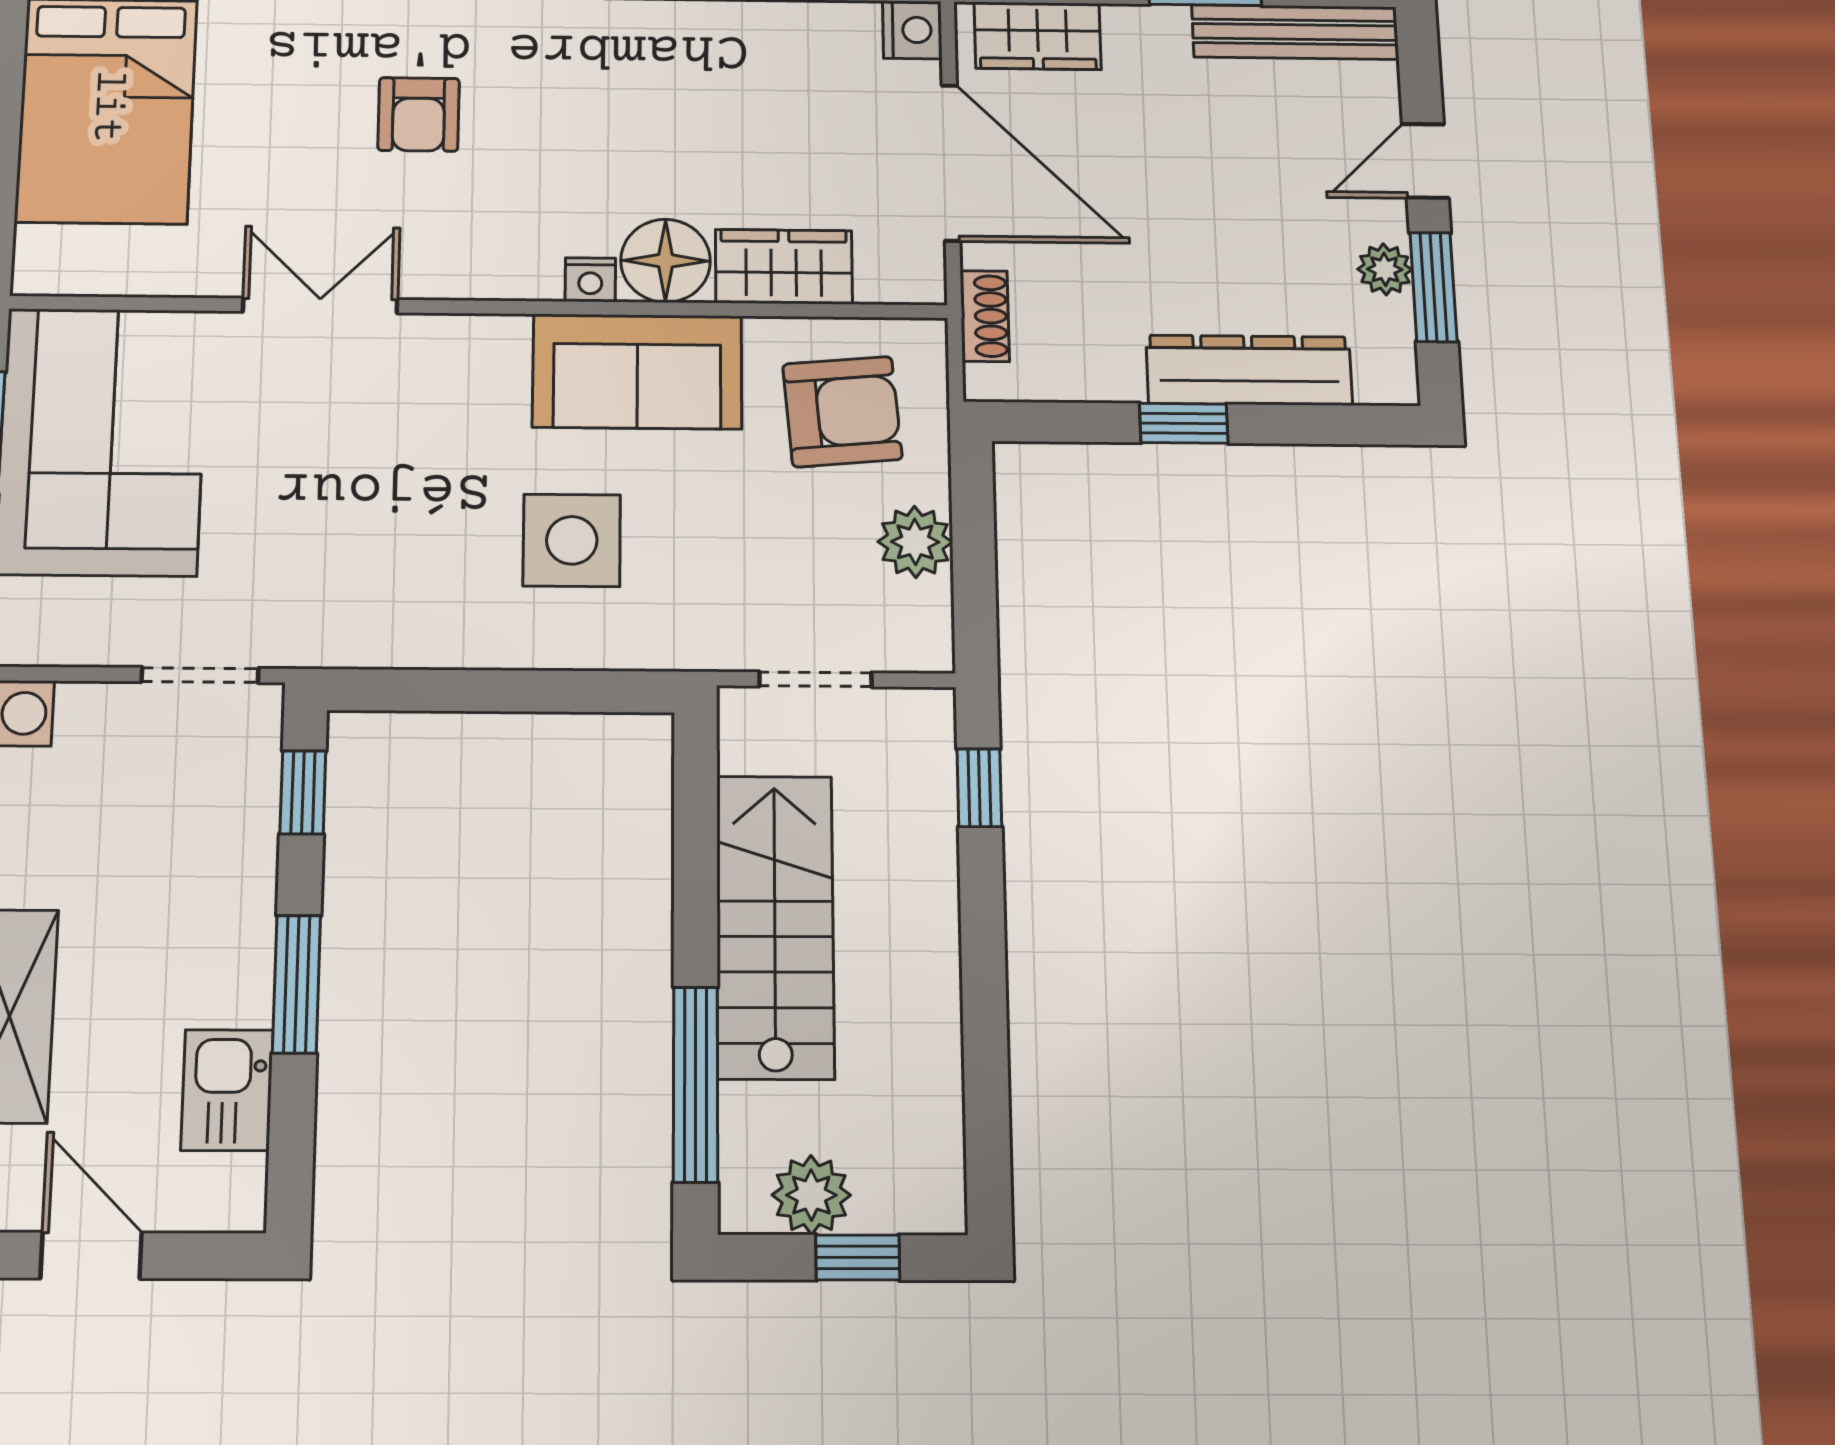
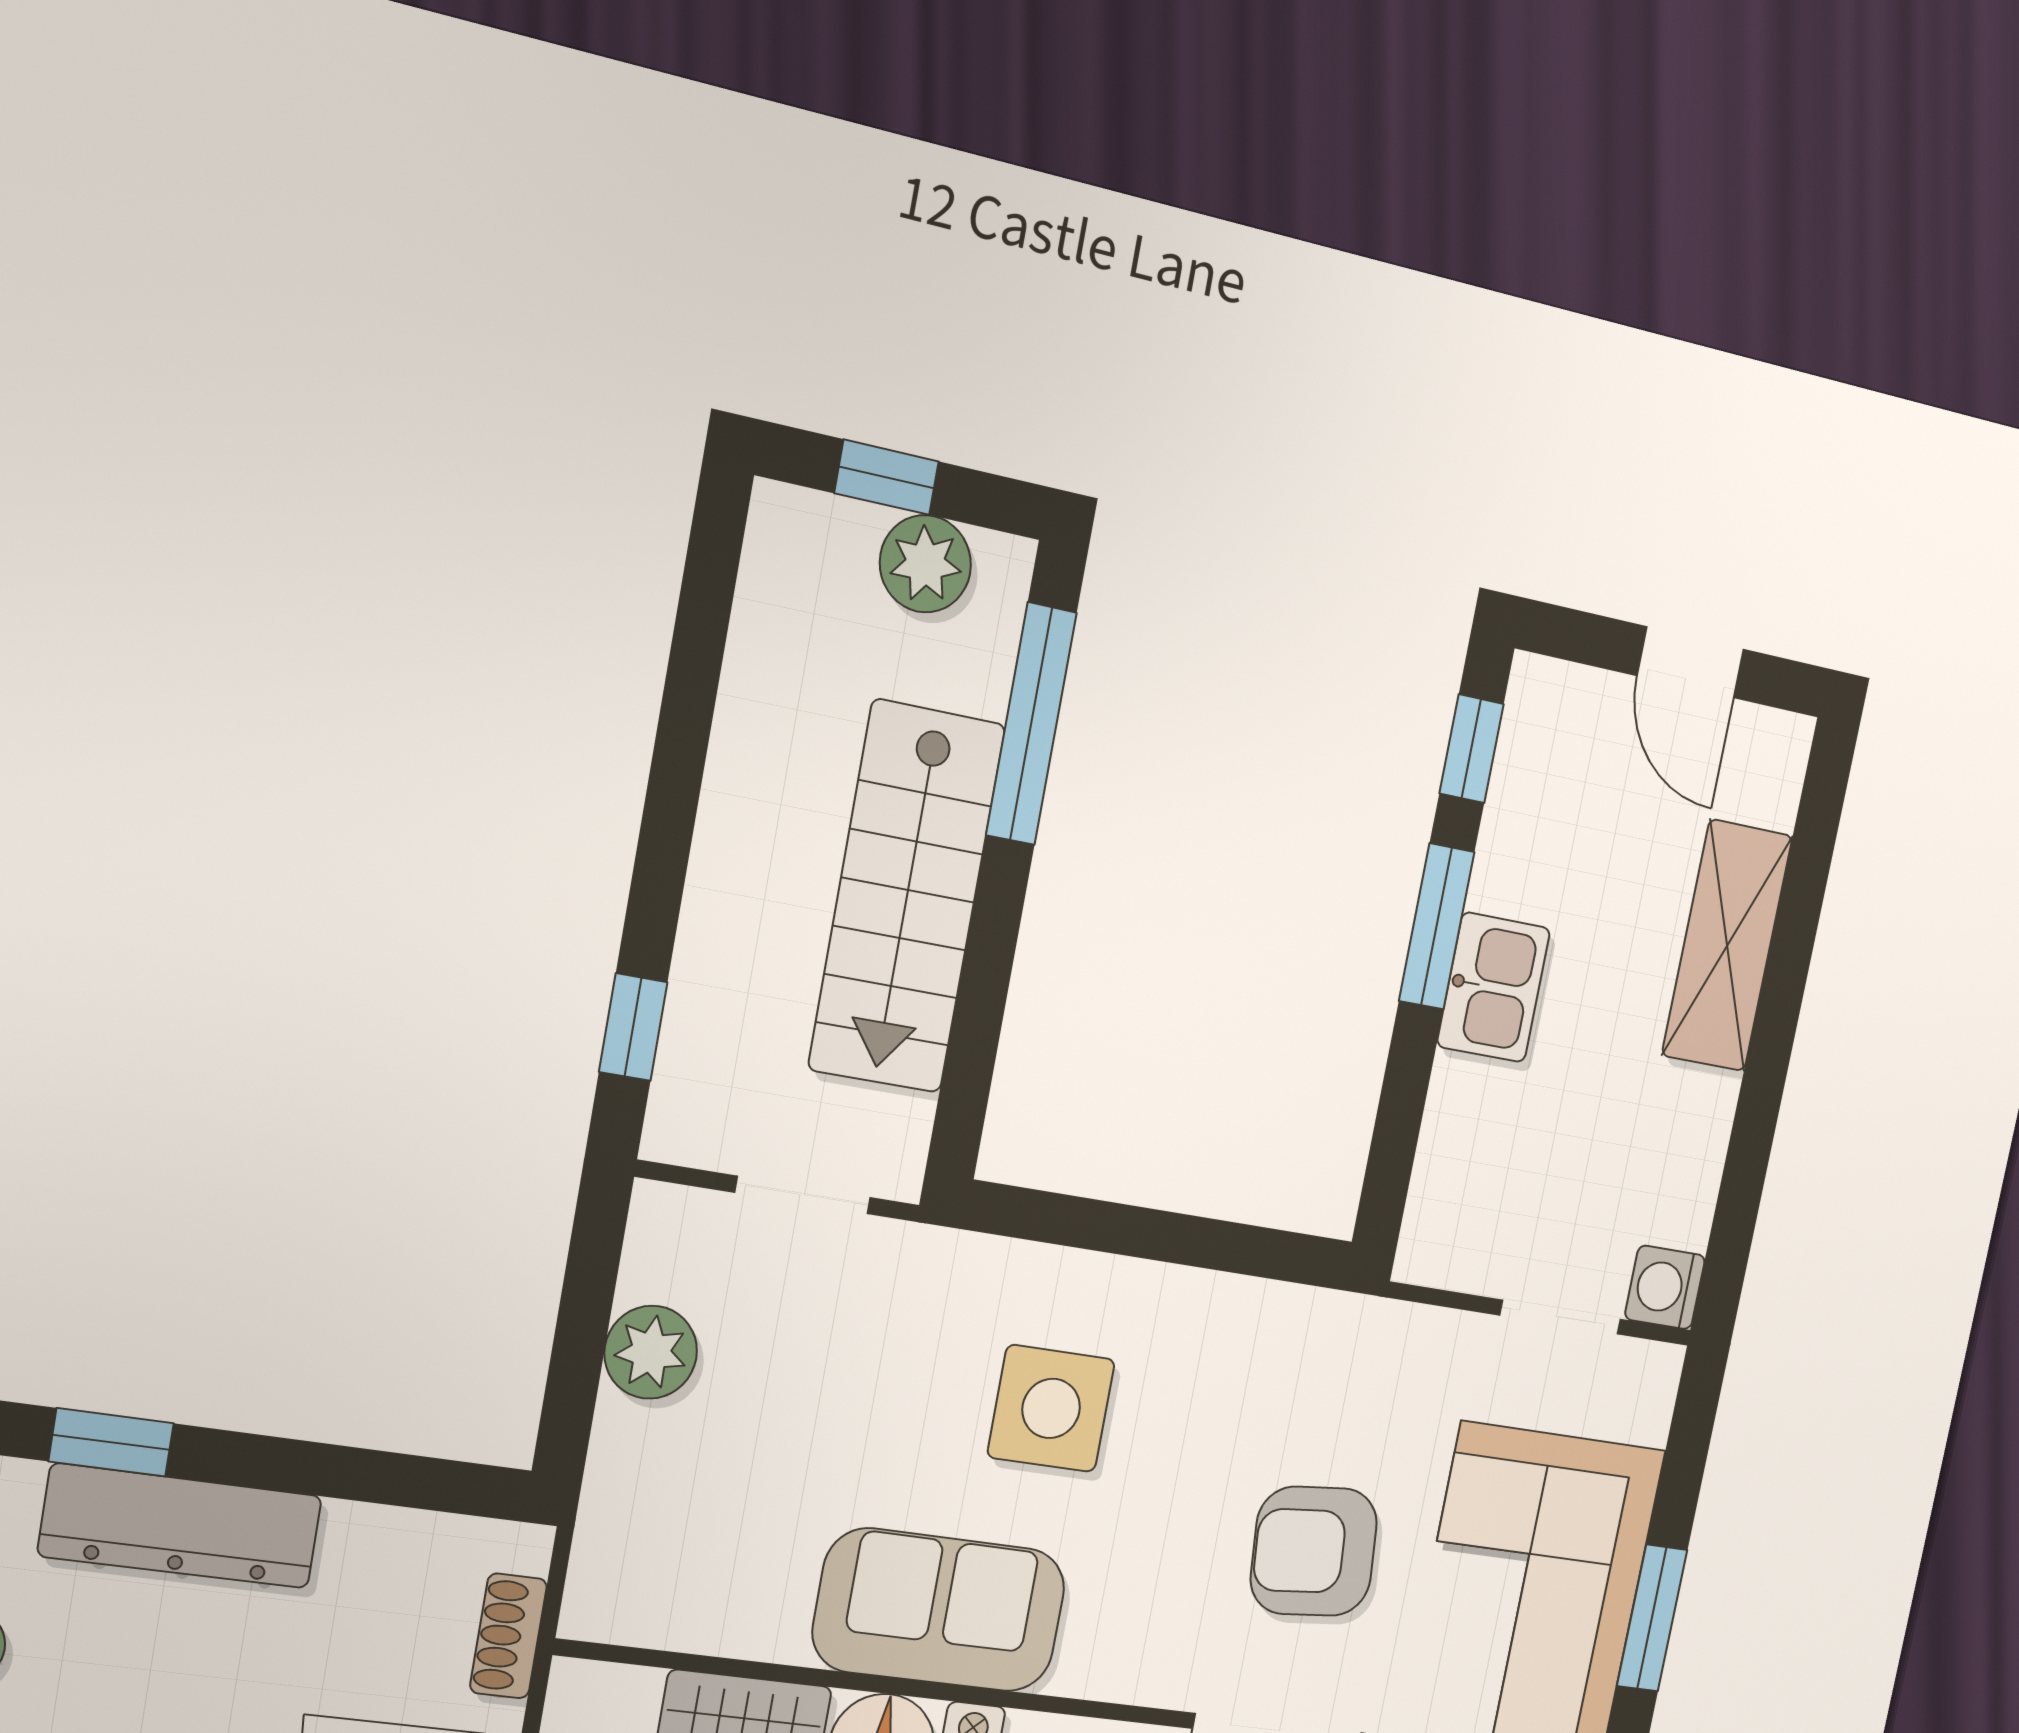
armchair: (842, 412) -> (1314, 1551), moved
window: (1184, 423) -> (111, 1442), moved
doorway: (200, 675) -> (1561, 1317), moved
window: (303, 792) -> (1471, 749), moved
kitchen sink: (227, 1090) -> (1494, 987), moved

